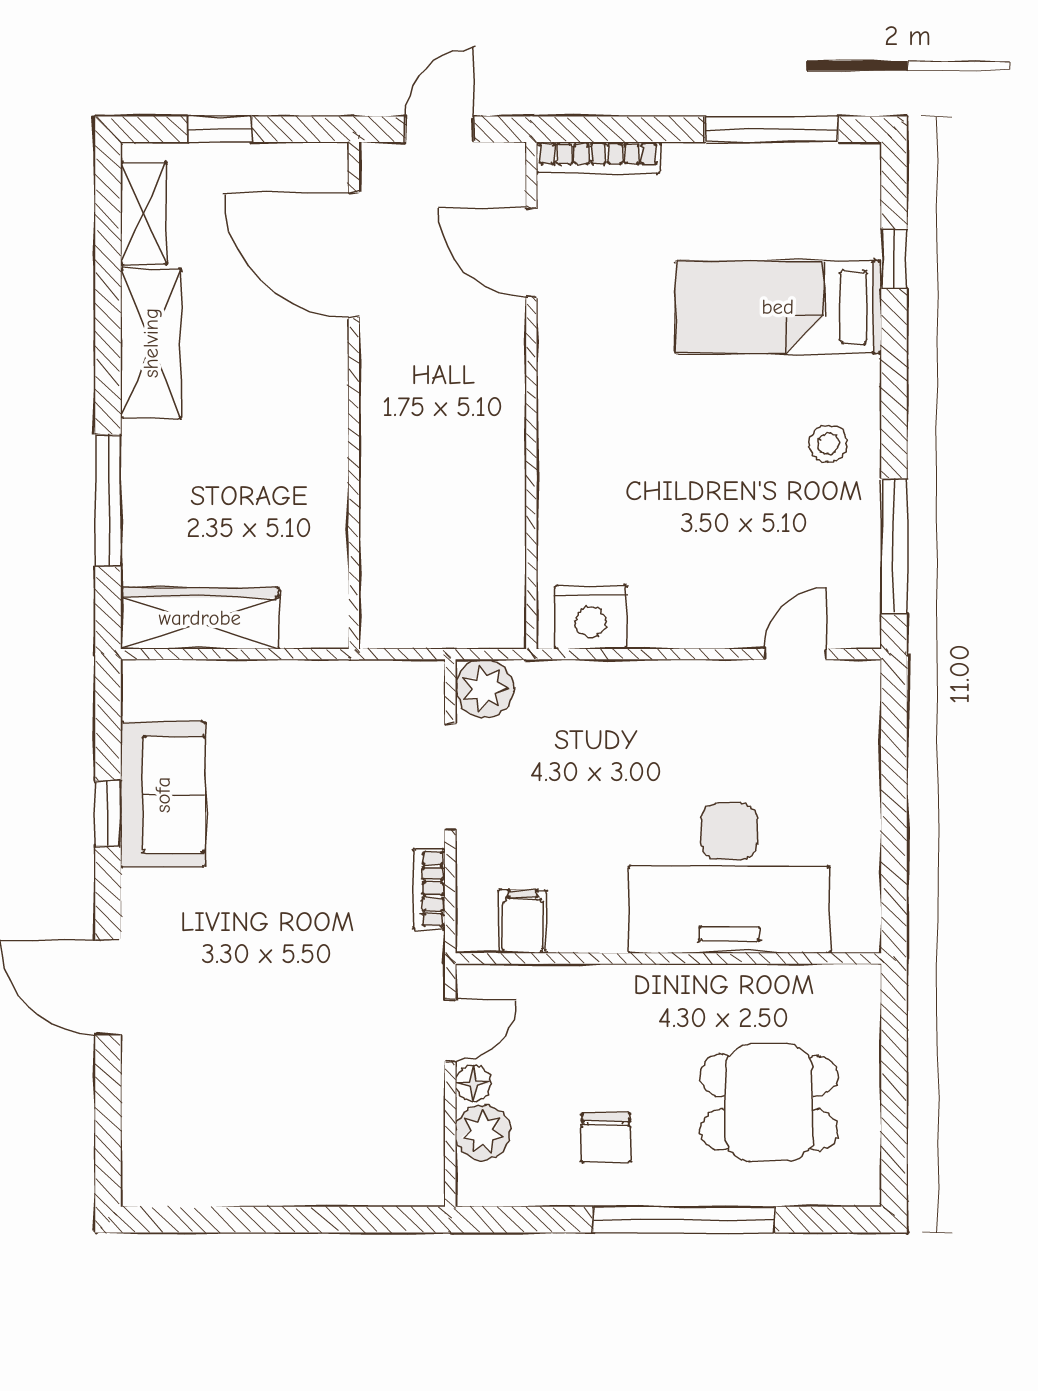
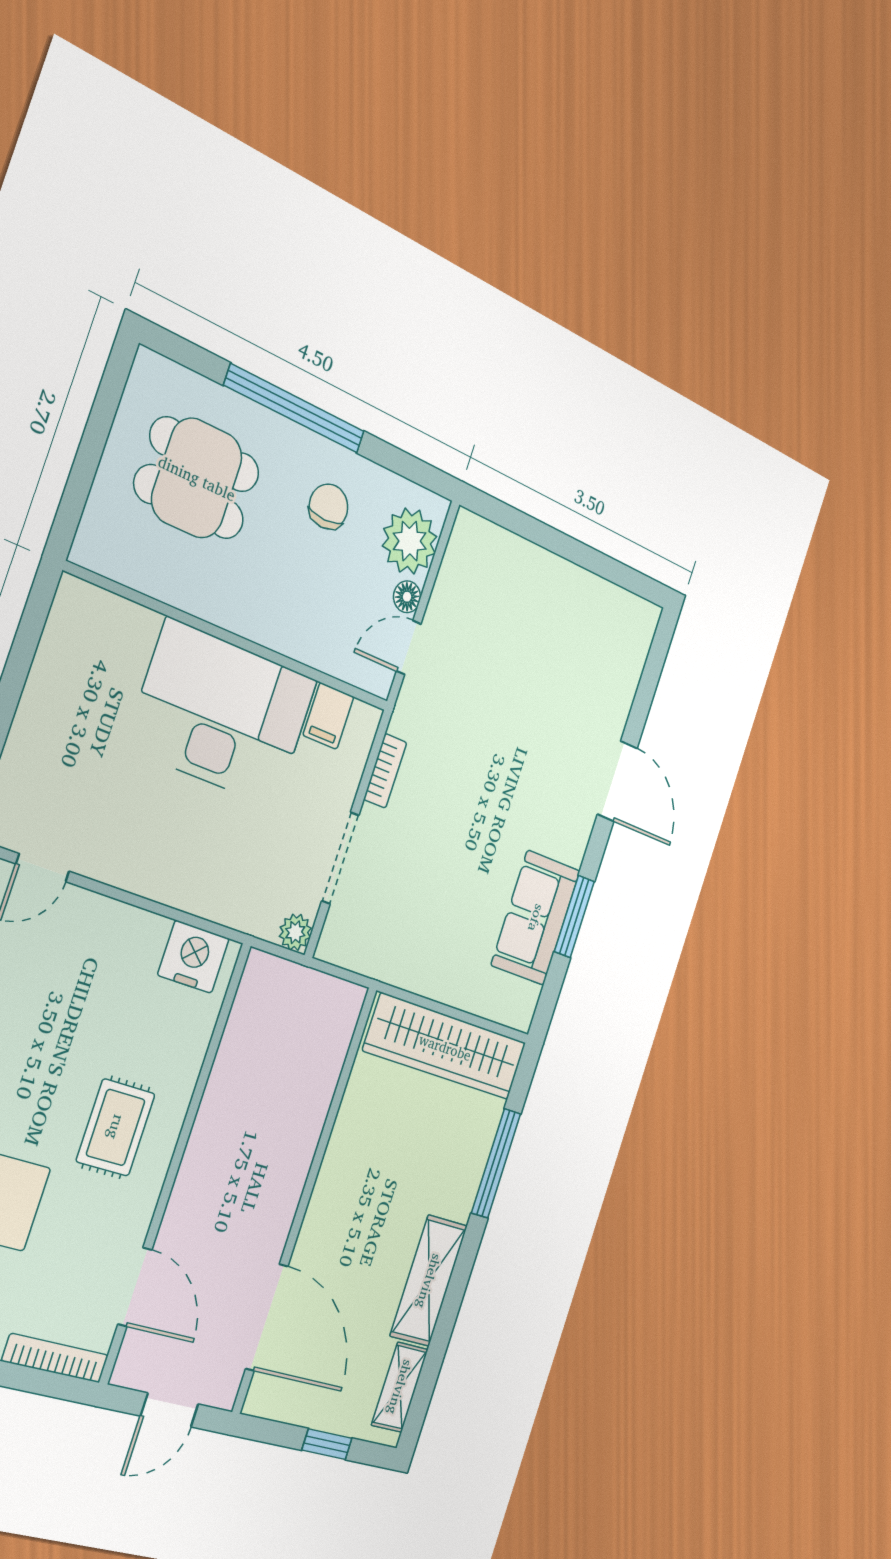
rug: (616, 414) -> (116, 1127), added
wardrobe: (200, 618) -> (445, 1047), width x1.40, depth x1.17
plant: (484, 688) -> (295, 932), width x0.73, depth x0.73
window: (108, 813) -> (574, 916), width x1.50
desk: (729, 878) -> (222, 713), moved
plant: (483, 1133) -> (410, 541), width x1.36, depth x1.36

